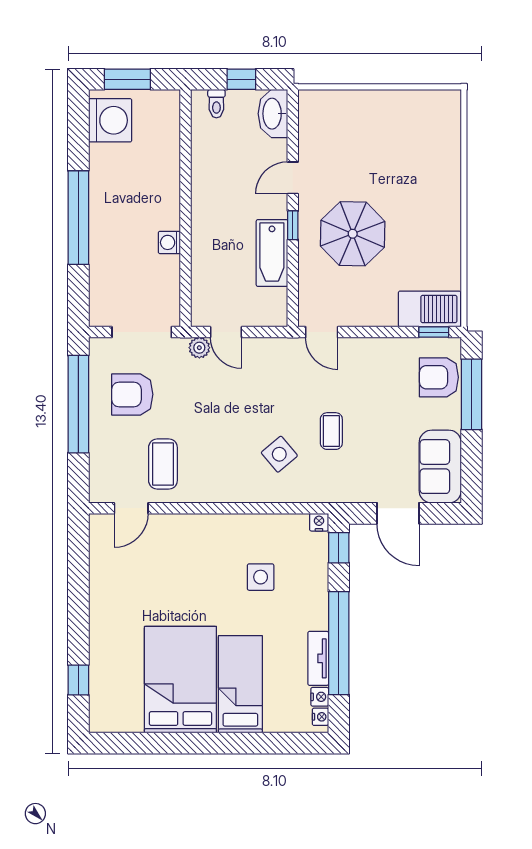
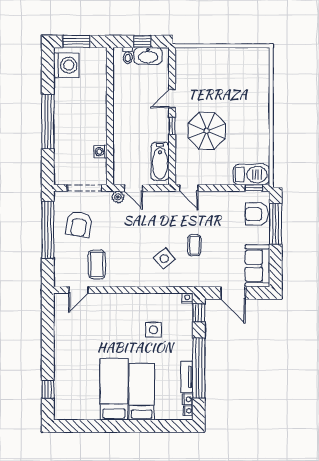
washbasin: (273, 114) -> (148, 56), moved, turned -90
washing machine: (169, 242) -> (101, 152), moved
bathtub: (272, 253) -> (160, 161), moved
armchair: (132, 394) -> (79, 224), turned -80
bed: (180, 680) -> (114, 389), width x0.67

